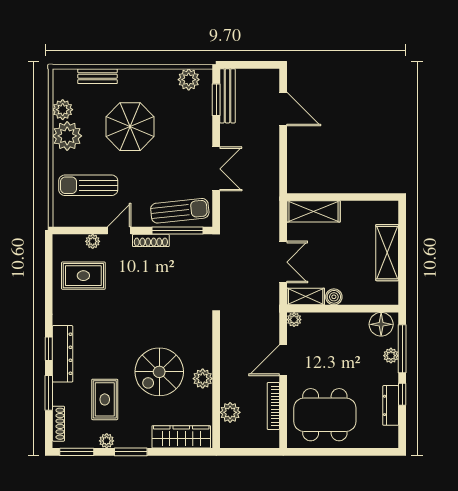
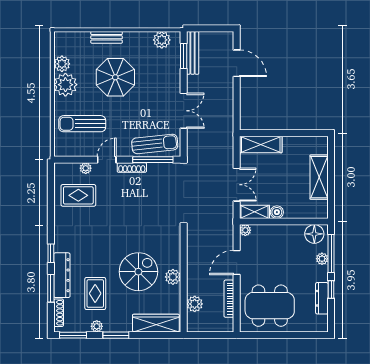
bench: (97, 76) -> (107, 37), moved
dresser: (63, 354) -> (62, 275), moved
spiral stairs: (159, 372) -> (138, 272), turned 180

